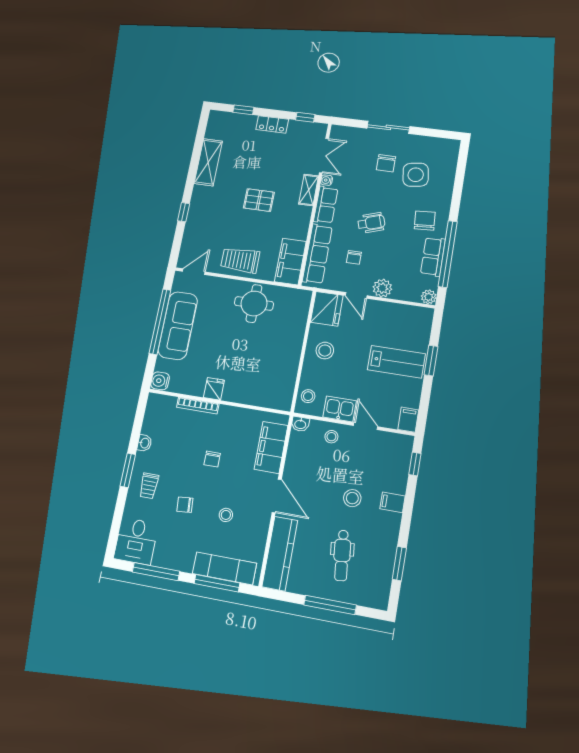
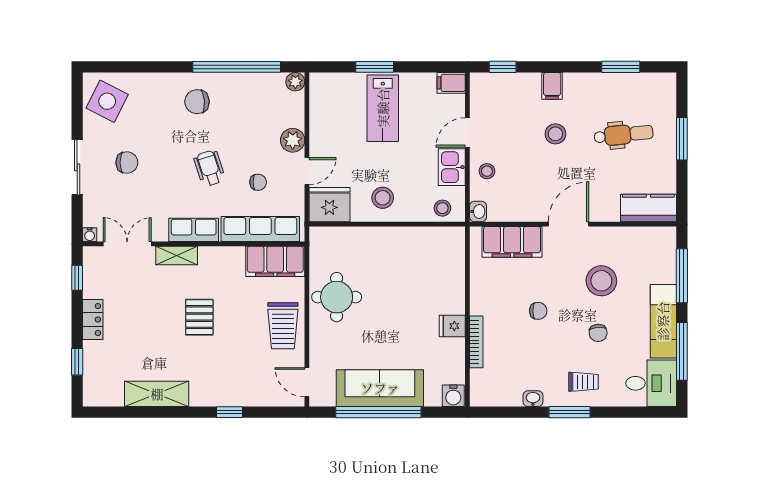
side table: (416, 175) -> (107, 101), moved, turned 35
water cooler: (327, 180) -> (90, 235), moved
row of seats: (433, 257) -> (243, 84), removed
lab bench: (396, 362) -> (383, 108), turned 180
stool: (226, 515) -> (601, 281), width x1.89, depth x1.89
kitchen counter: (280, 553) -> (648, 208), width x0.67
exam couch: (224, 568) -> (663, 321), moved
window: (330, 605) -> (682, 139), width x0.69

